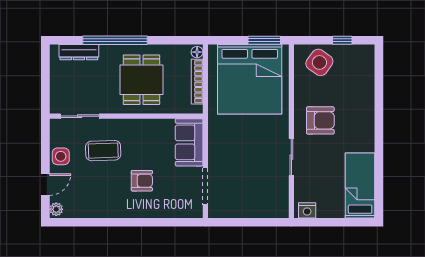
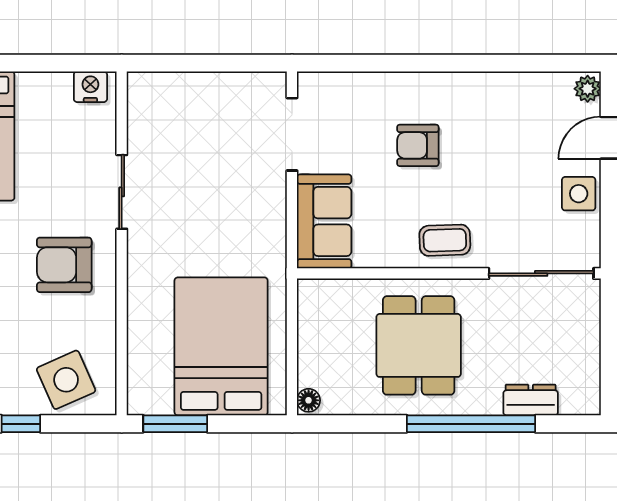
dresser: (79, 52) -> (531, 400), width x0.70
side table: (319, 62) -> (66, 380), turned 30
bed: (250, 79) -> (221, 346), width x0.73
bookcase: (197, 82) -> (308, 342), removed
sliding door: (80, 116) -> (541, 273), width x1.37
coffee table: (103, 151) -> (445, 240), moved, width x0.73, depth x0.77

